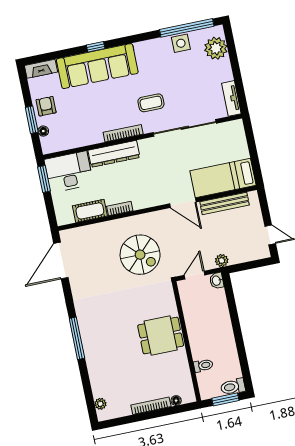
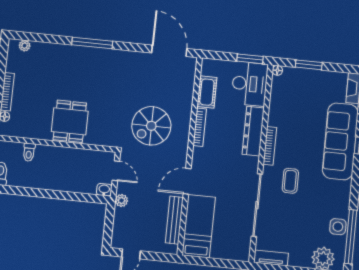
armchair: (46, 106) -> (317, 82), removed
floor lamp: (43, 131) -> (277, 70), moved
bookcase: (120, 209) -> (200, 127), width x1.56

